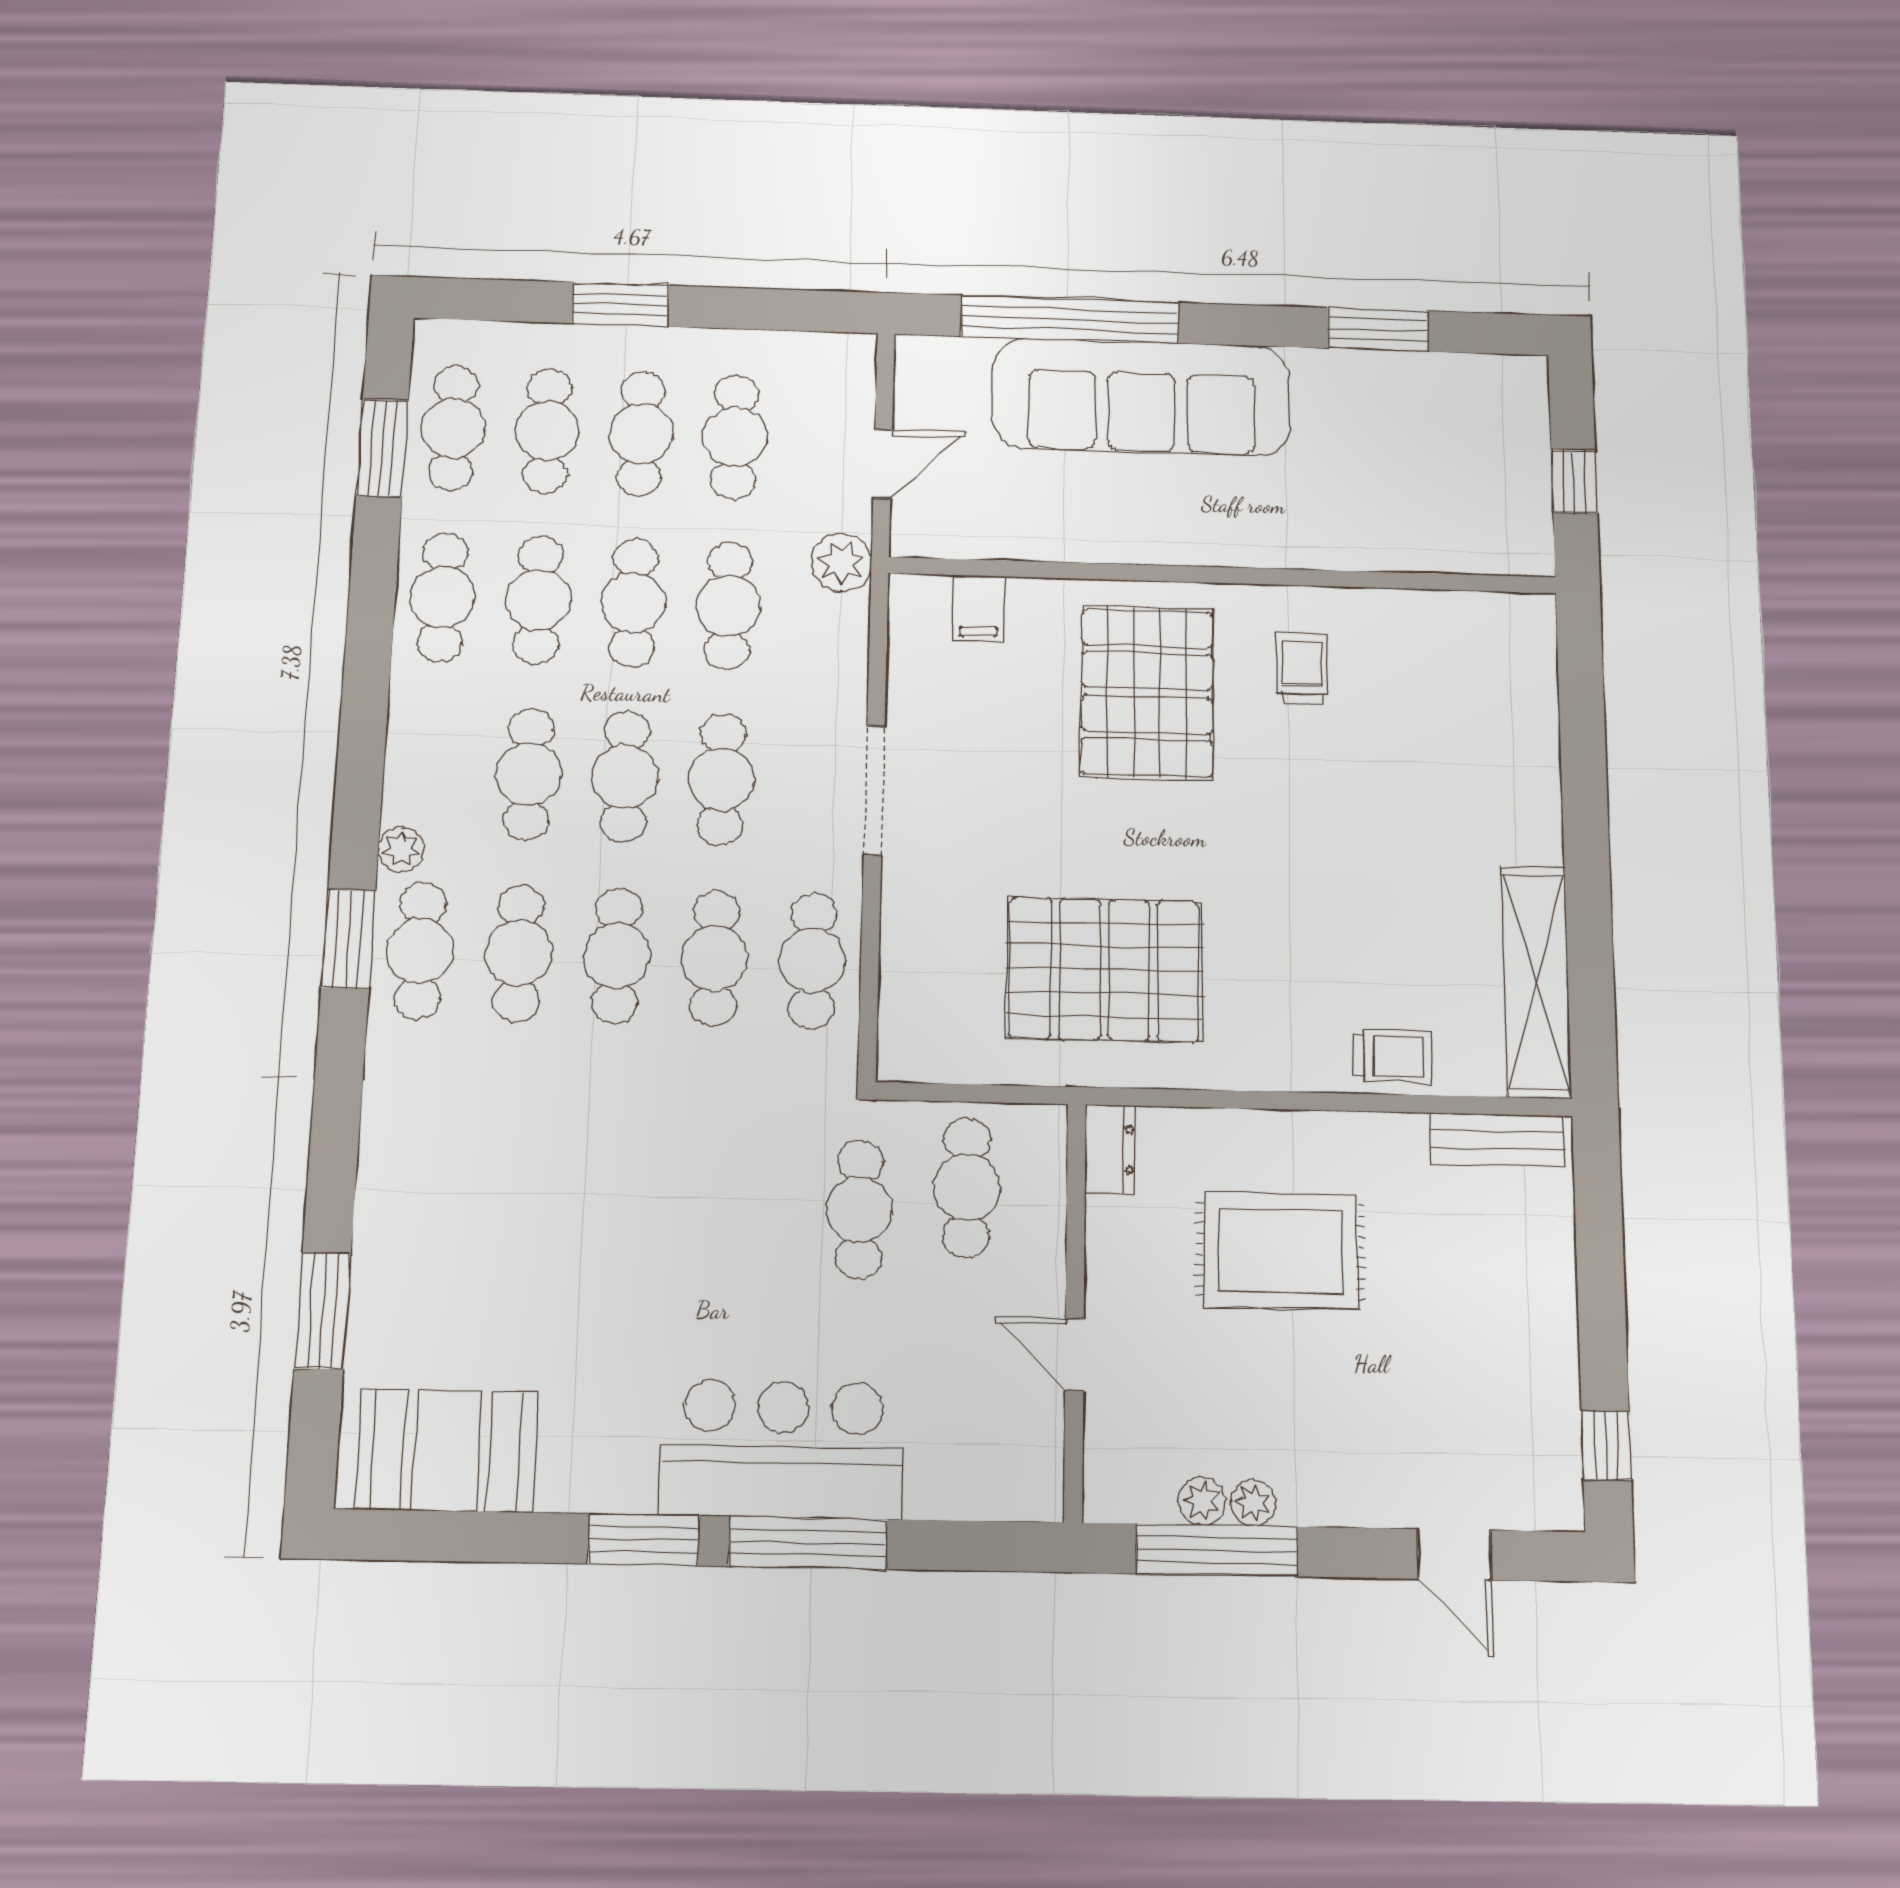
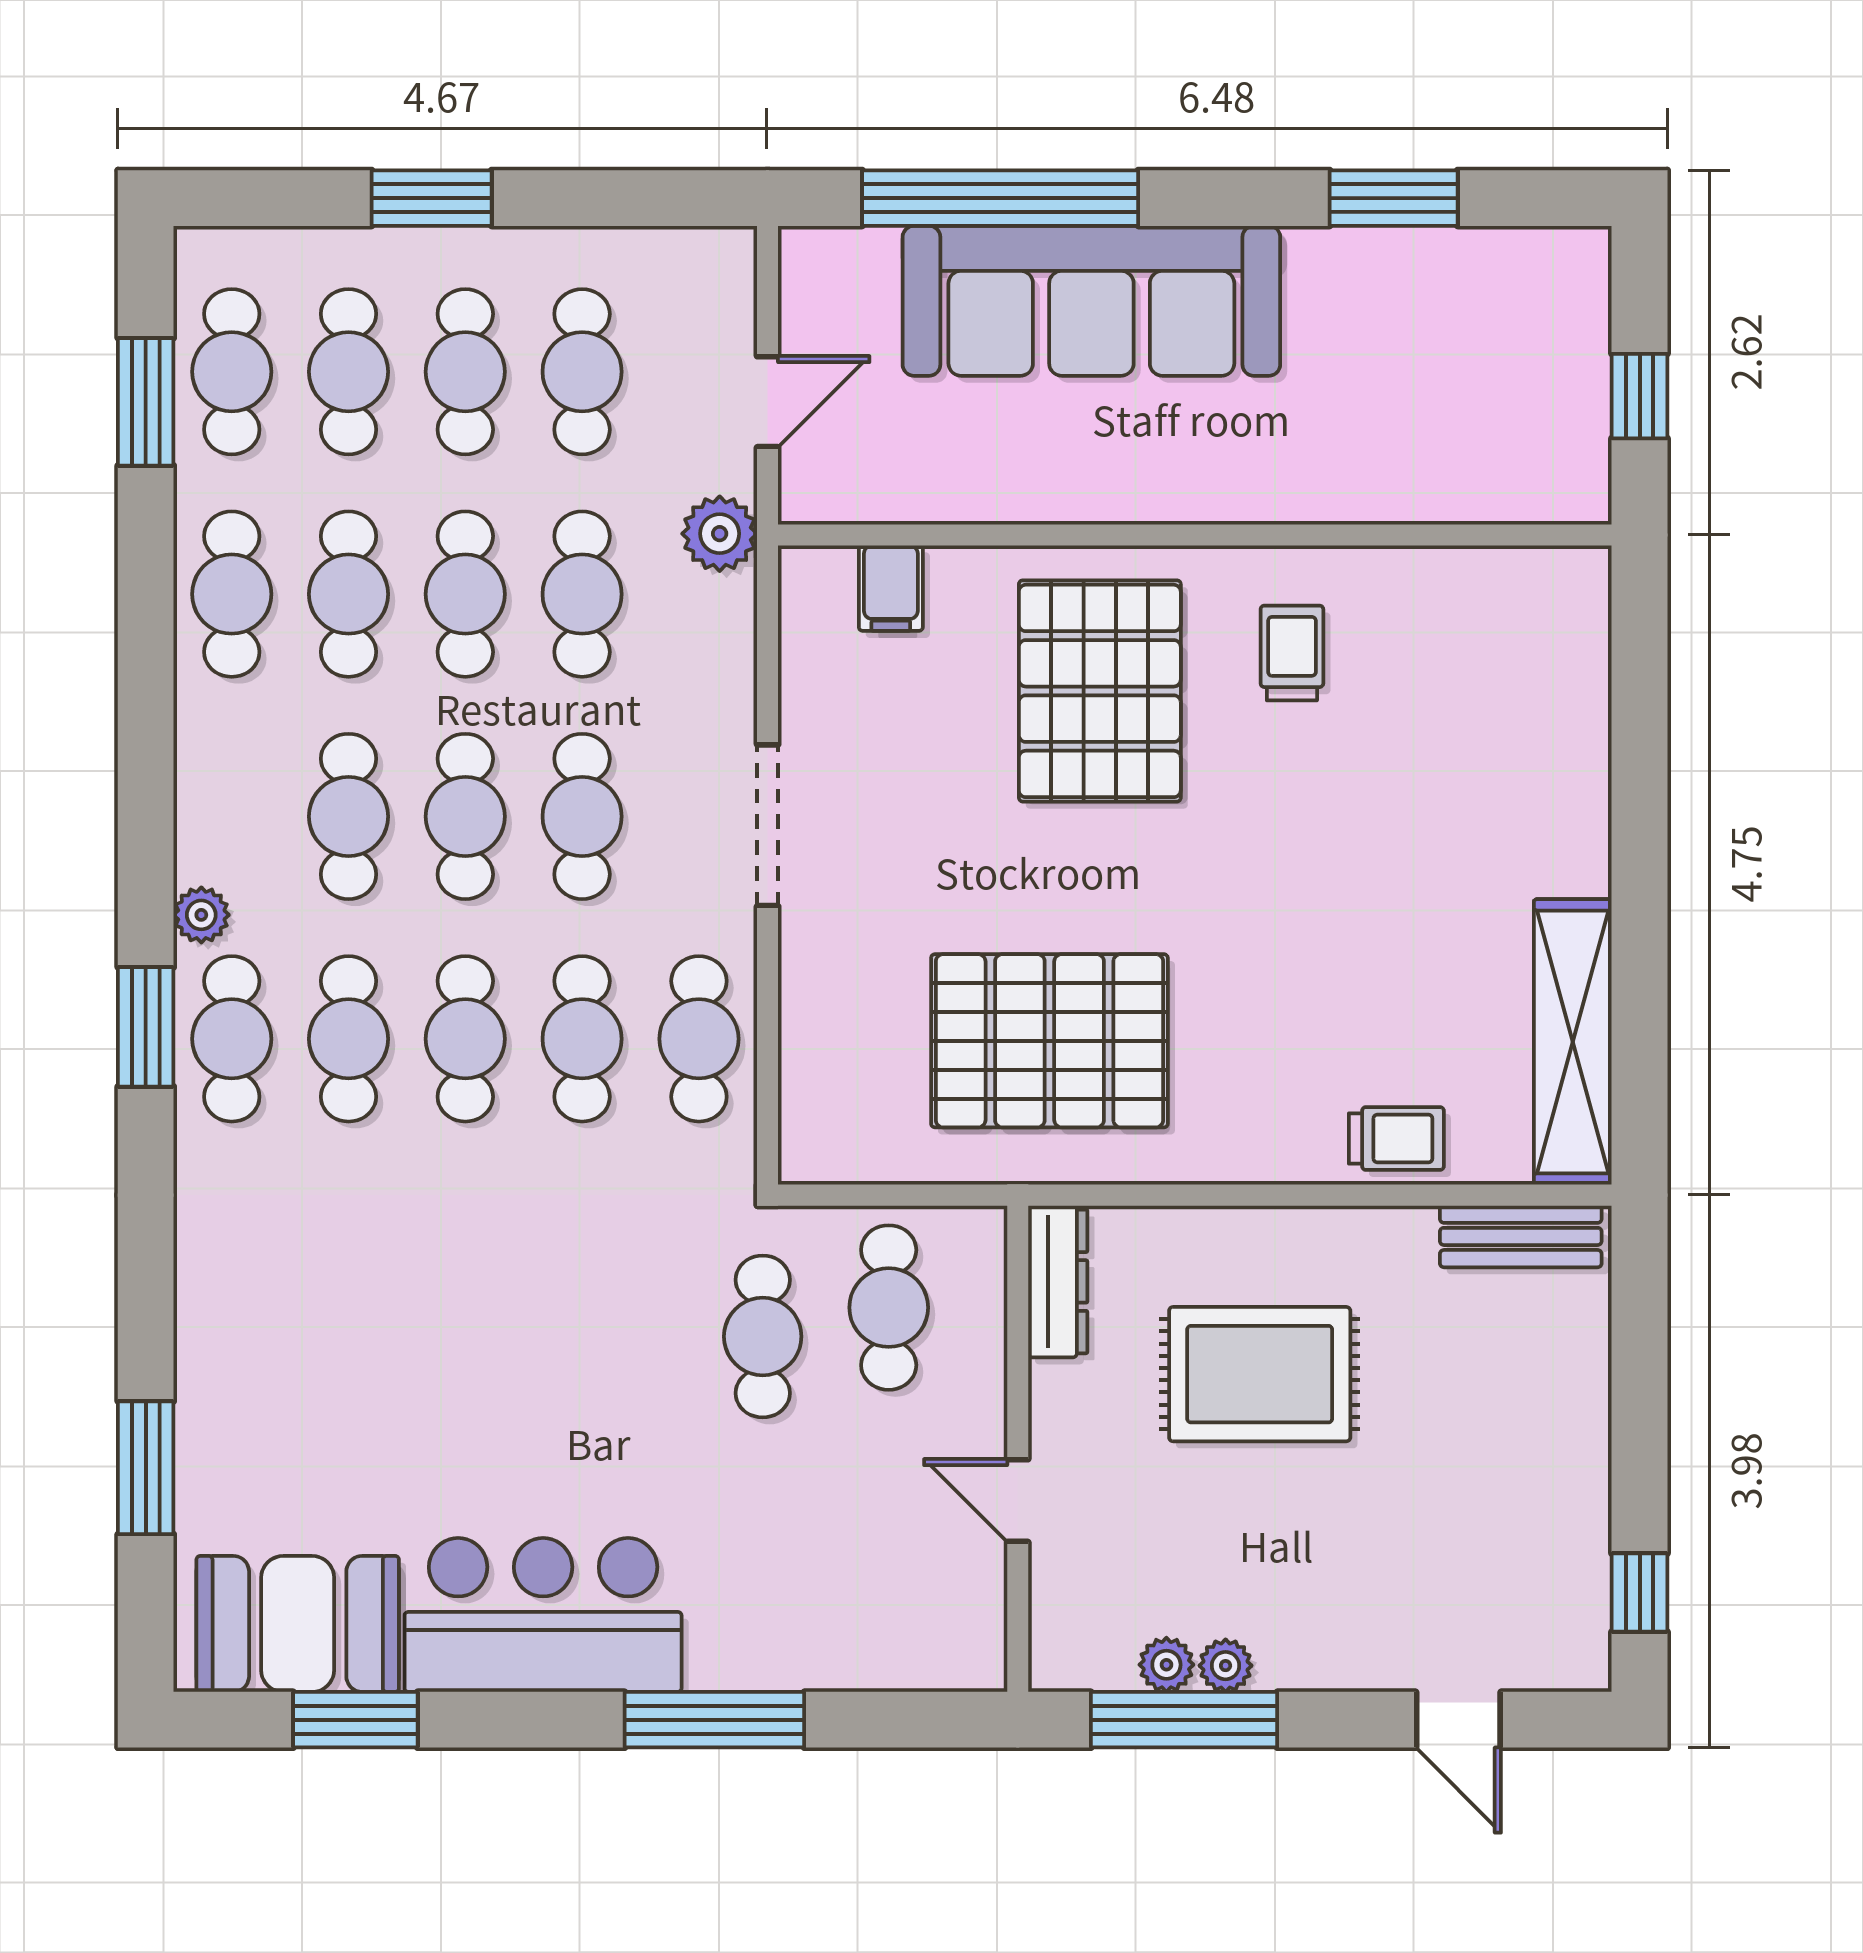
dresser: (1110, 1149) -> (1058, 1281), width x1.44
bar counter: (782, 1449) -> (543, 1615), moved
window: (644, 1540) -> (355, 1720), moved

